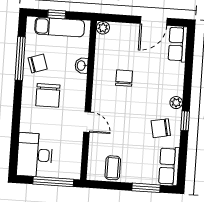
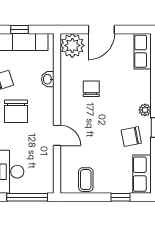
door: (154, 21) -> (101, 30), moved
plant: (103, 28) -> (72, 45), width x1.87, depth x1.87
window: (146, 188) -> (120, 197), width x0.67

